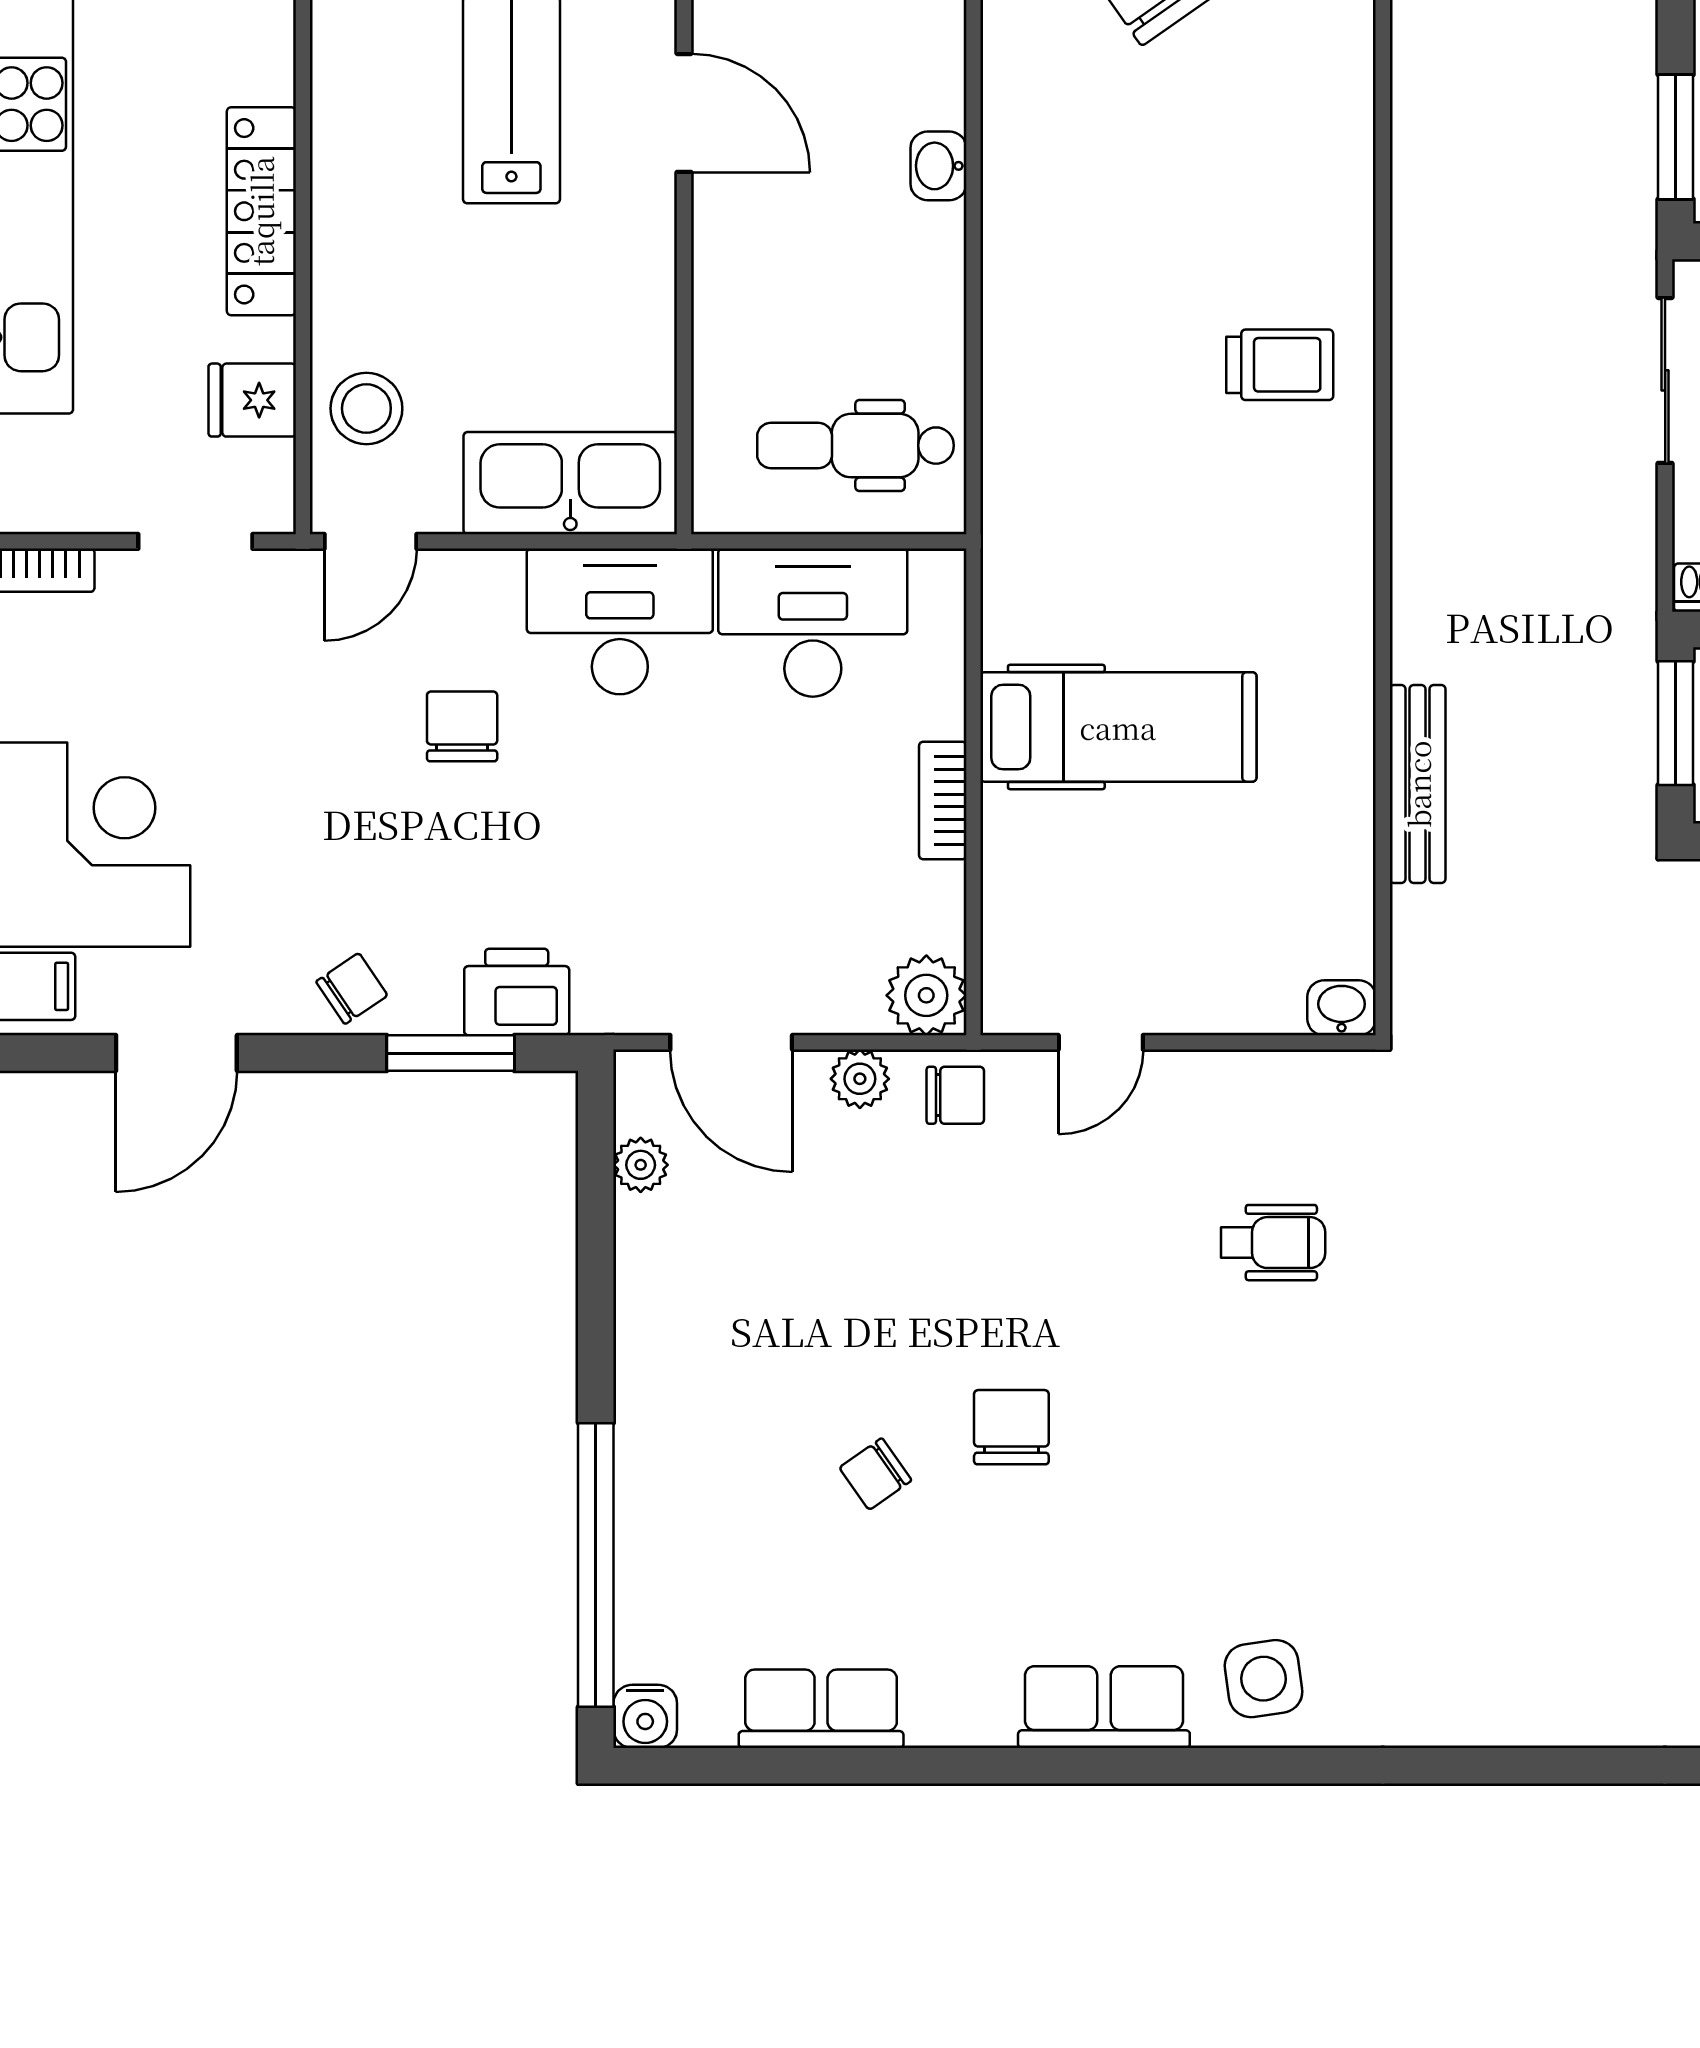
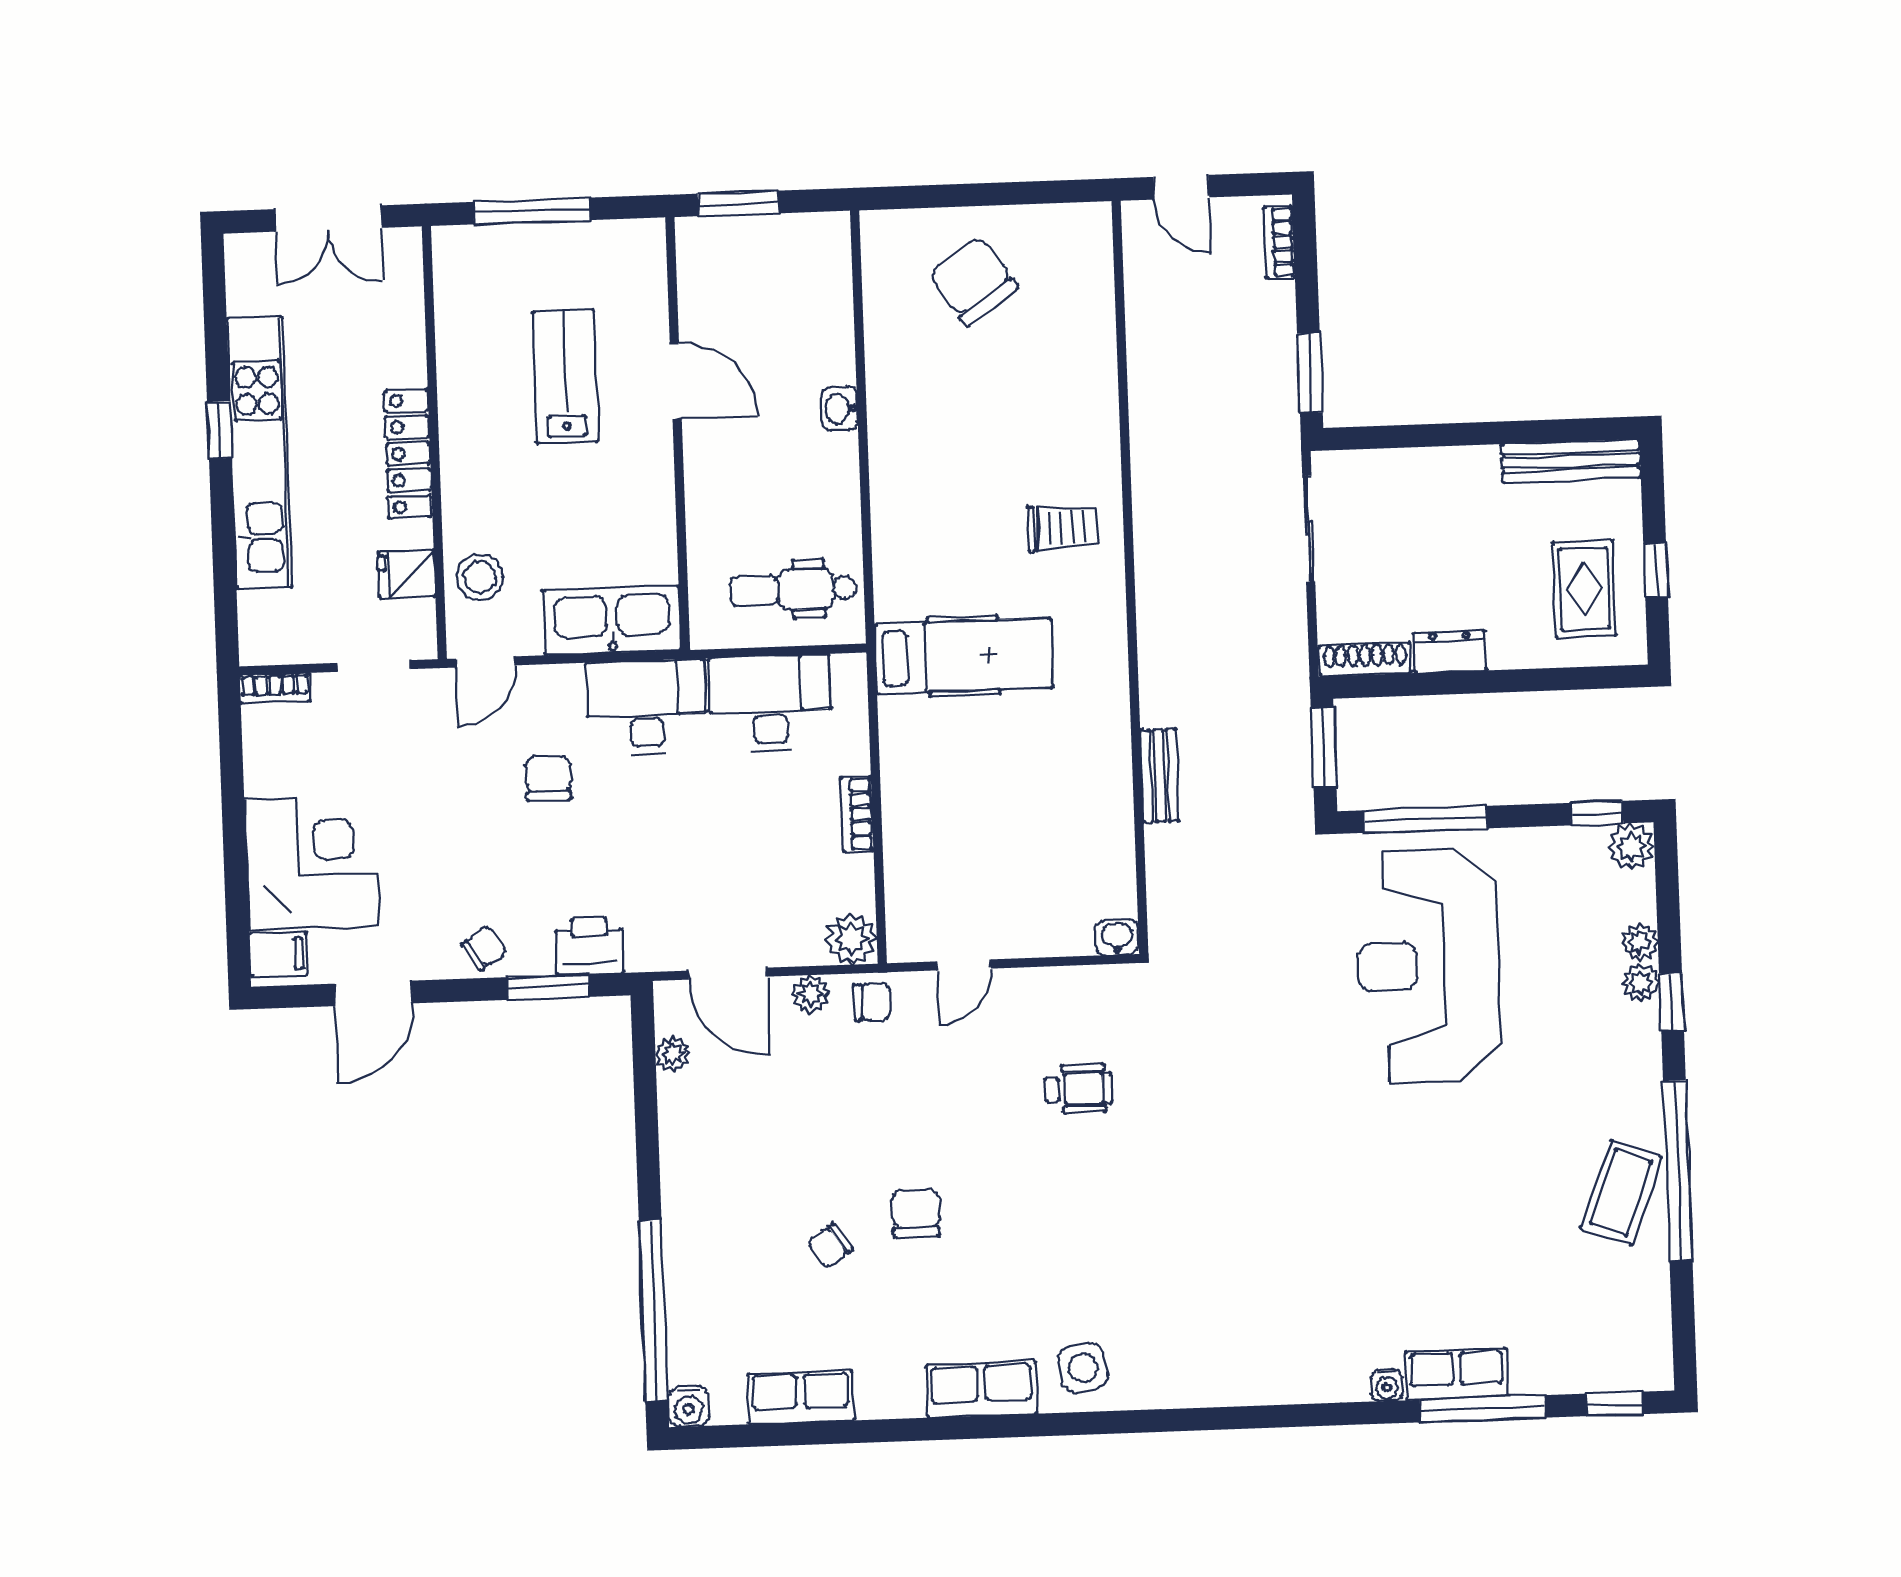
hospital bed: (1118, 727) -> (964, 656), moved
bench: (1418, 784) -> (1160, 776), width x0.73

